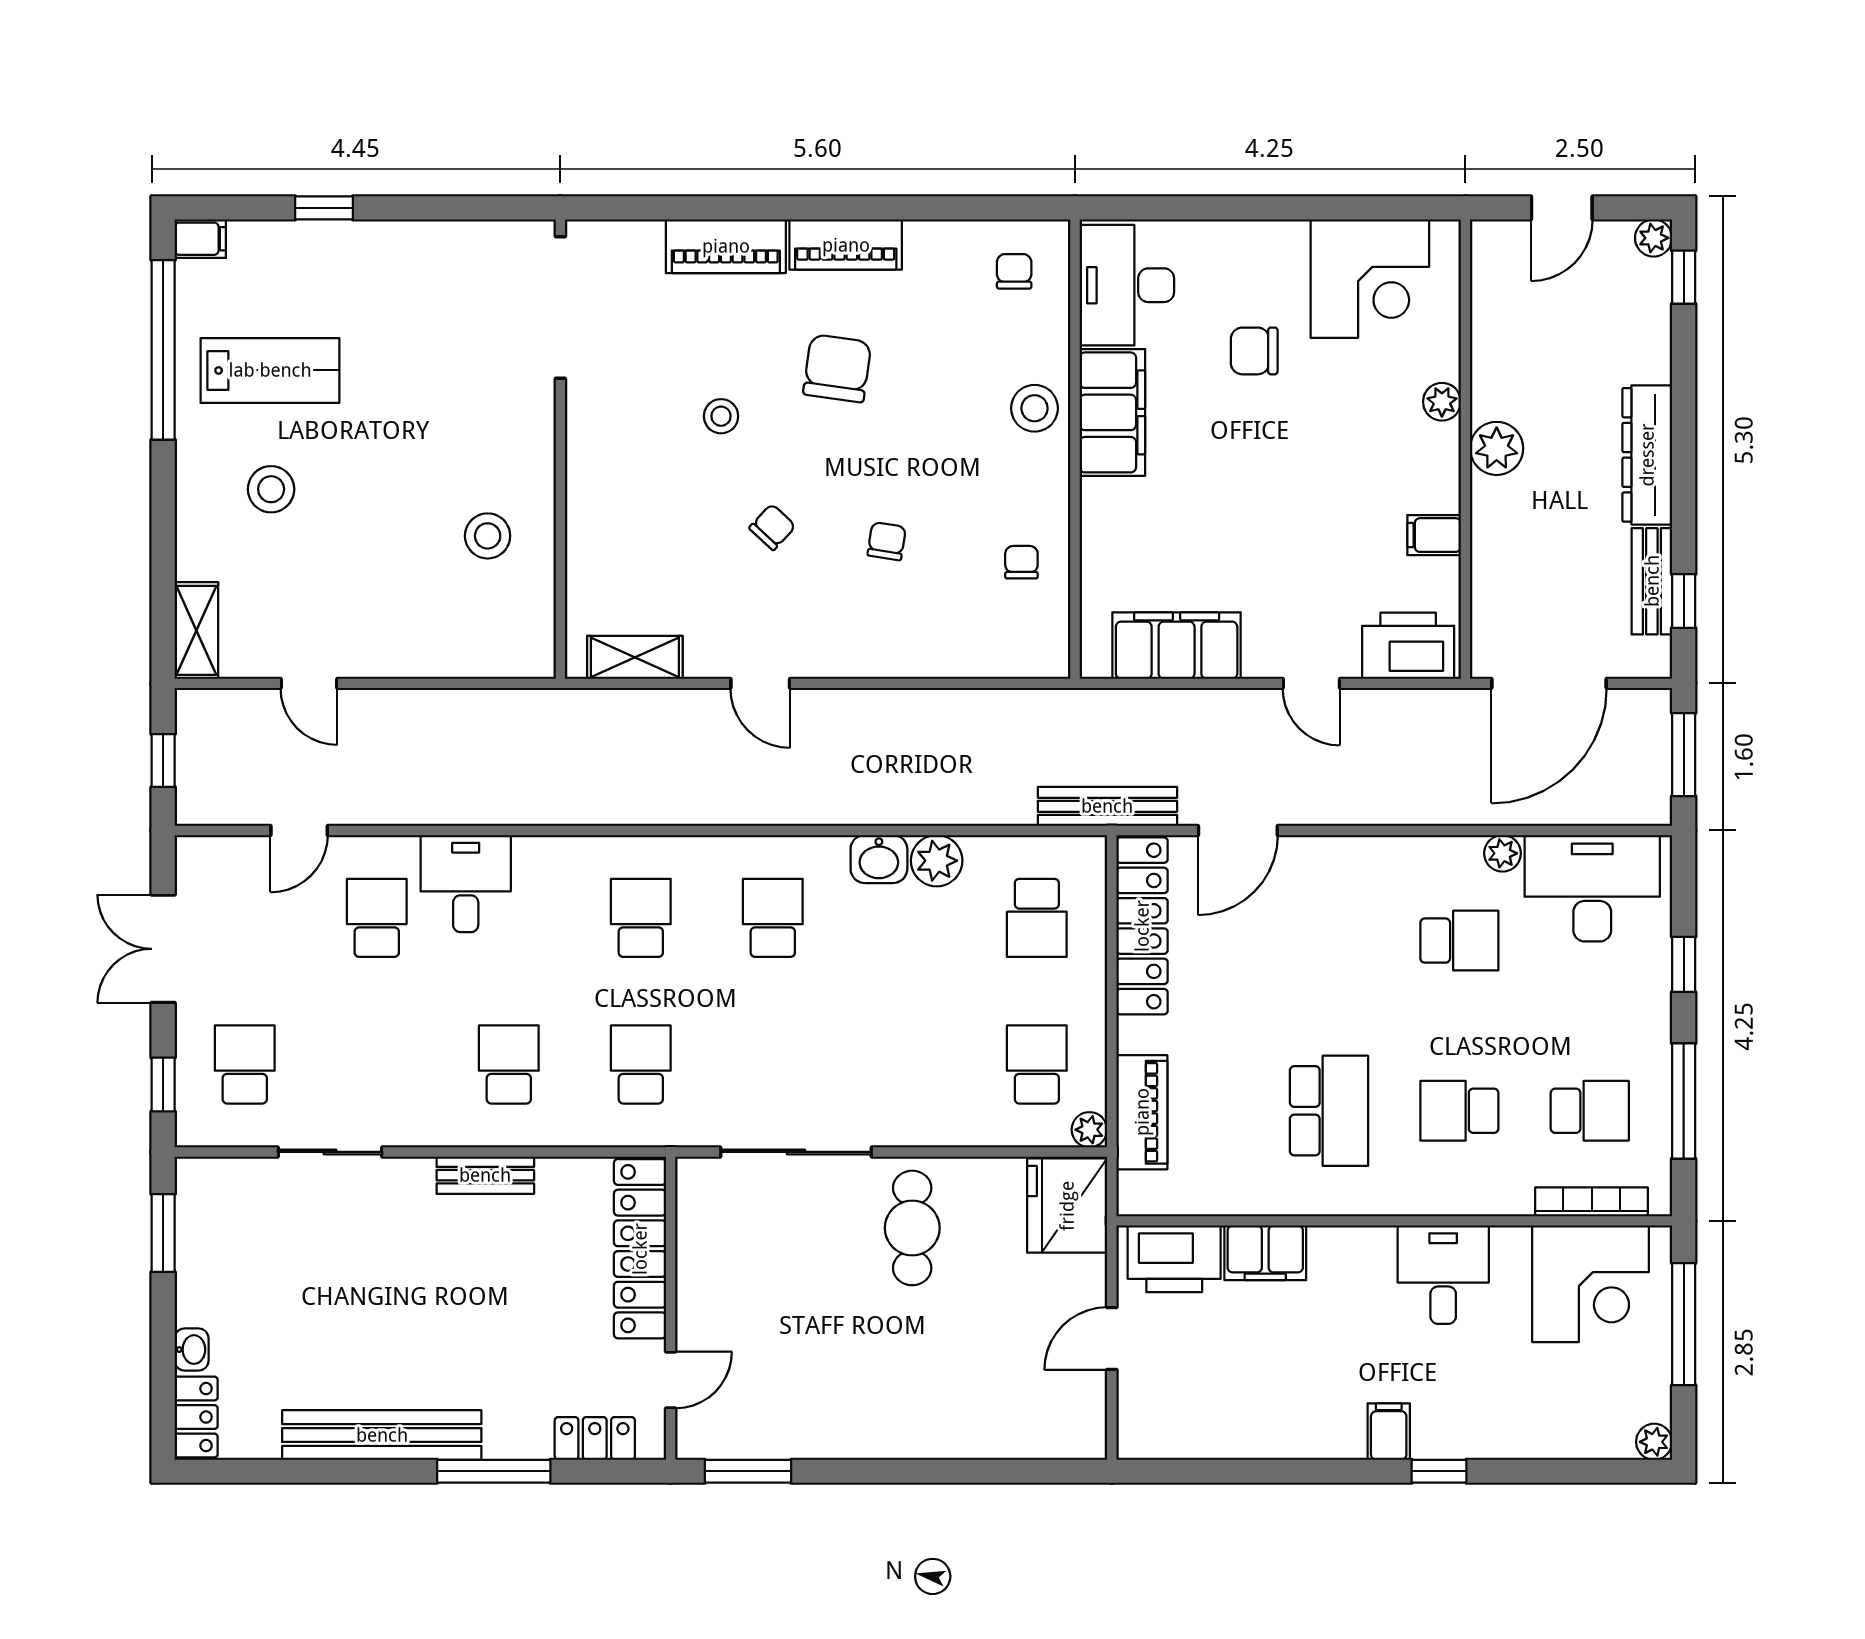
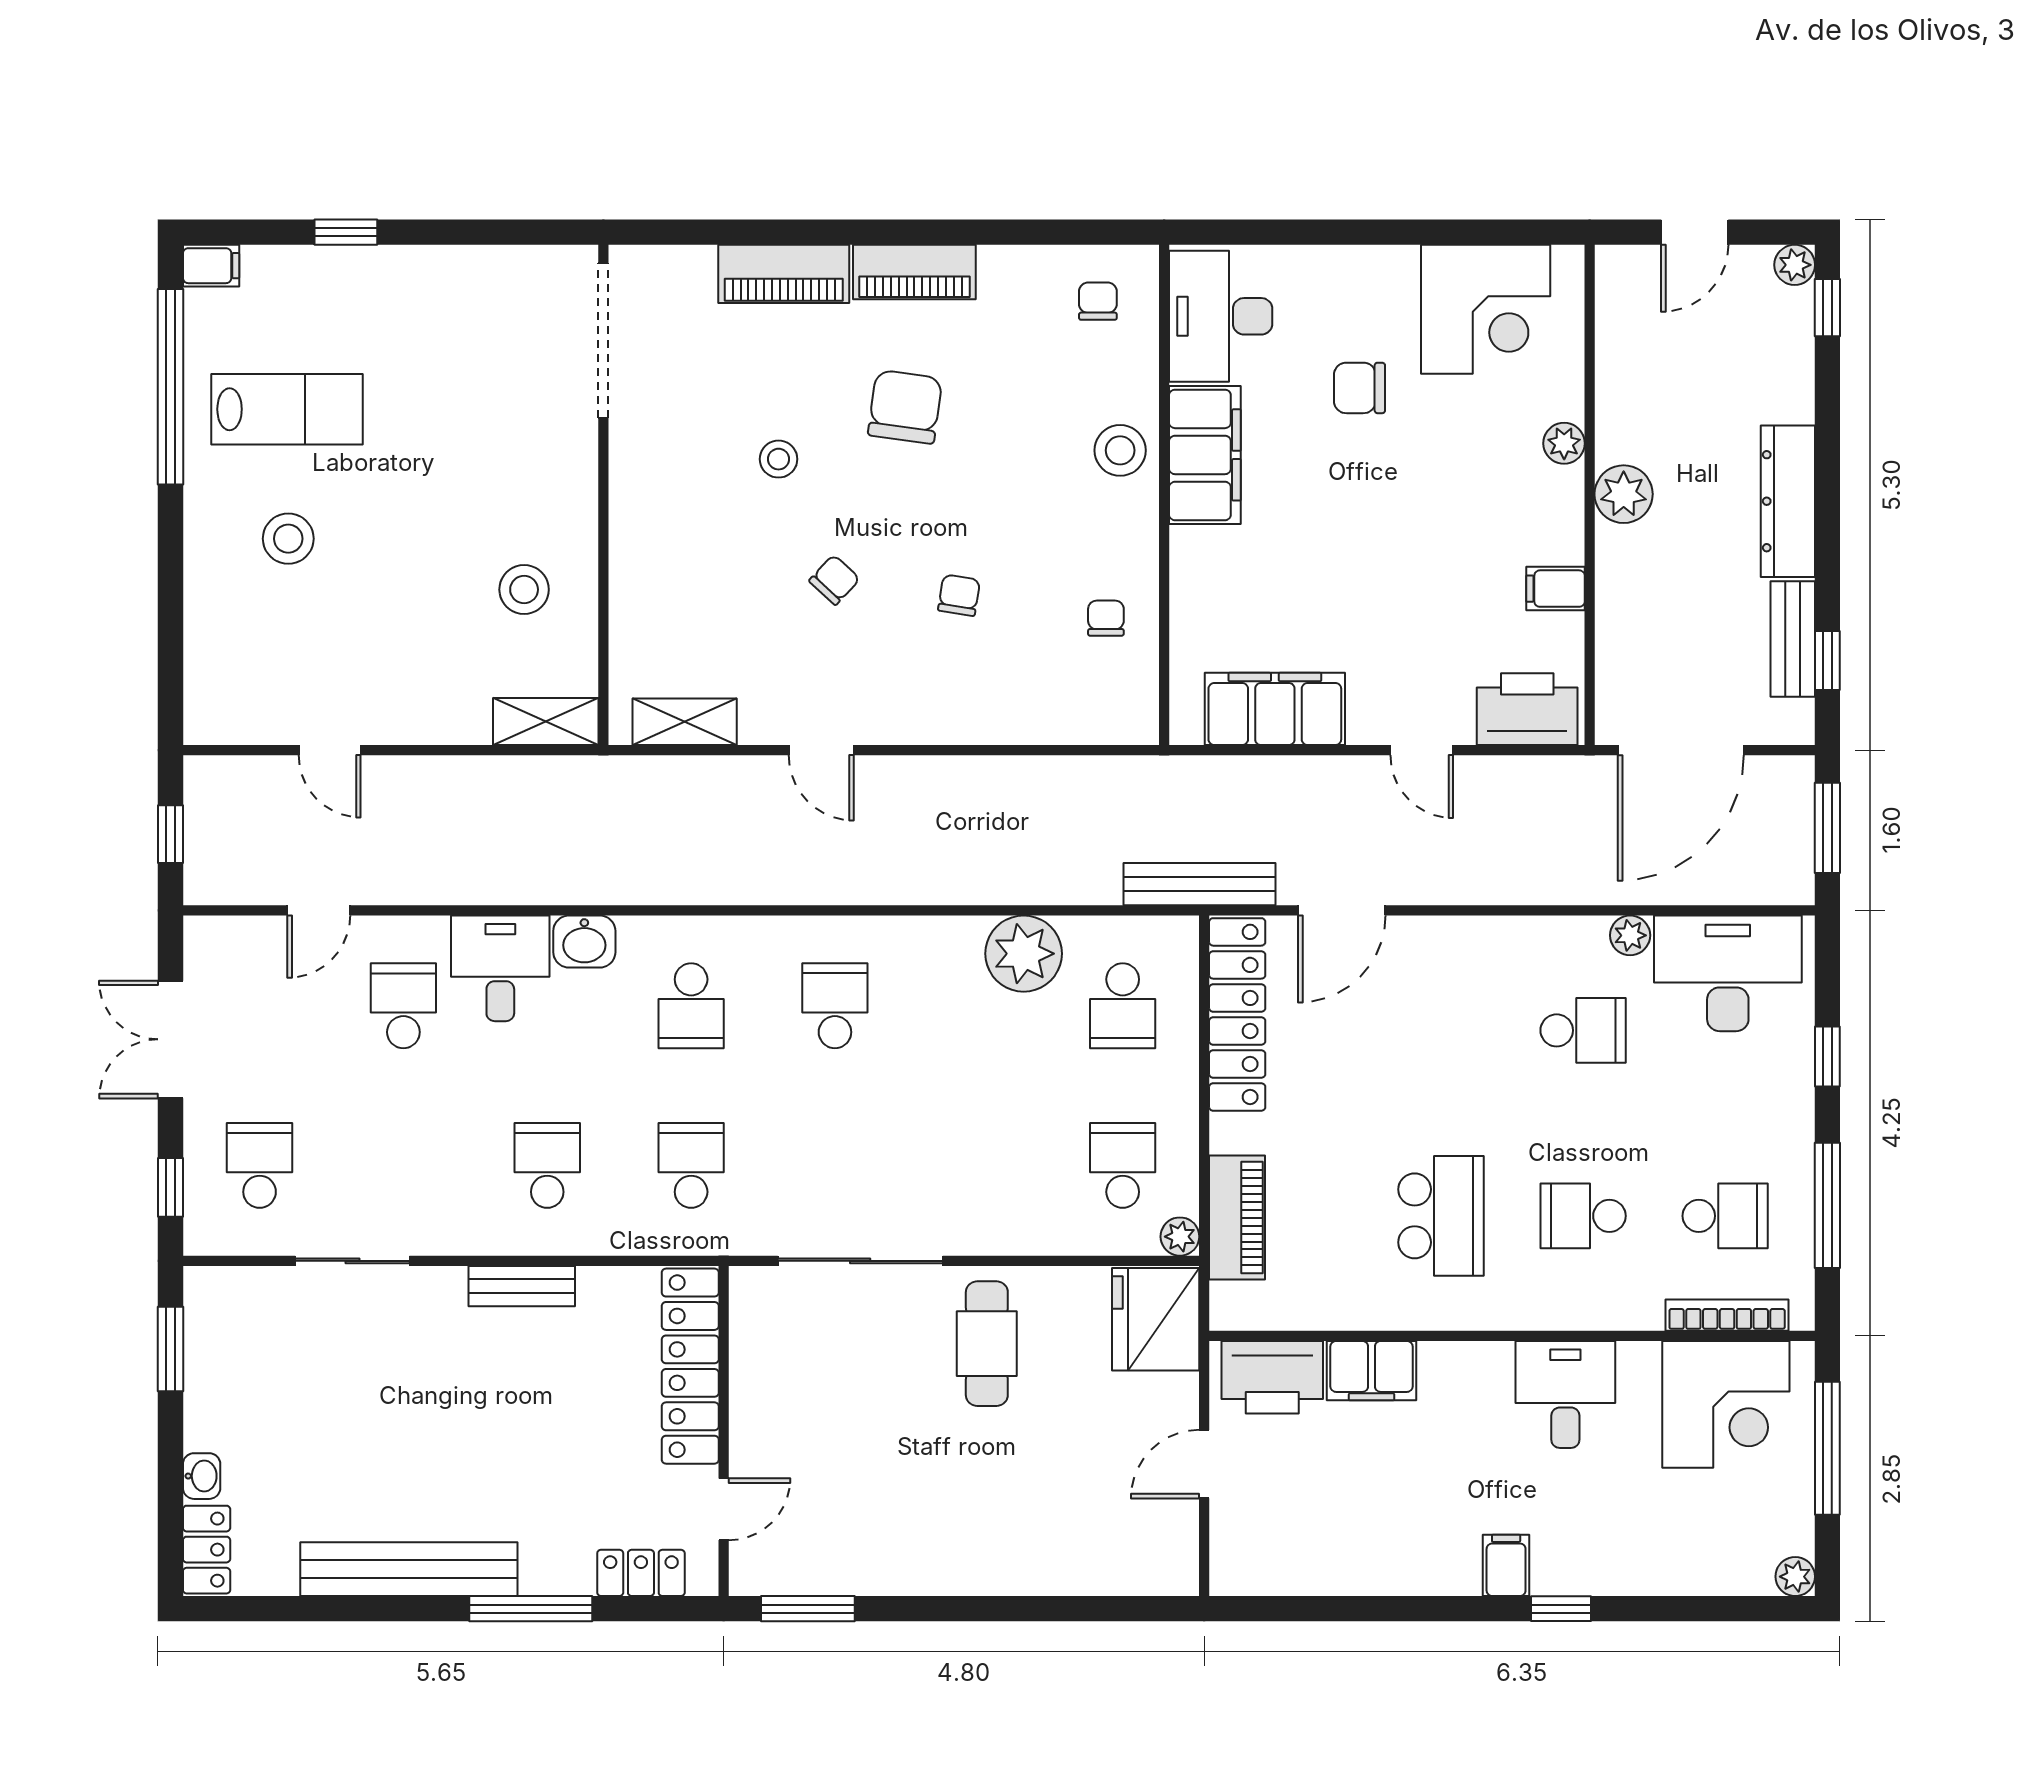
shelving: (196, 630) -> (546, 721), moved, turned 90
washbasin: (879, 859) -> (584, 942), moved
plant: (937, 861) -> (1024, 954), width x1.36, depth x1.36
school desk: (641, 918) -> (691, 1006), turned 180

